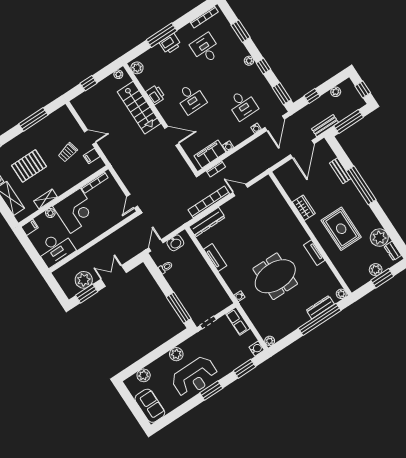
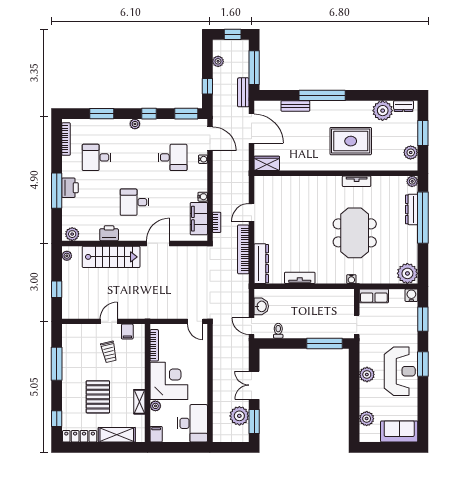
desk: (191, 98) -> (135, 202), turned 180
wardrobe: (304, 208) -> (267, 163), moved
plant: (376, 270) -> (411, 152), moved
plant: (270, 341) -> (407, 273), width x1.88, depth x1.88

